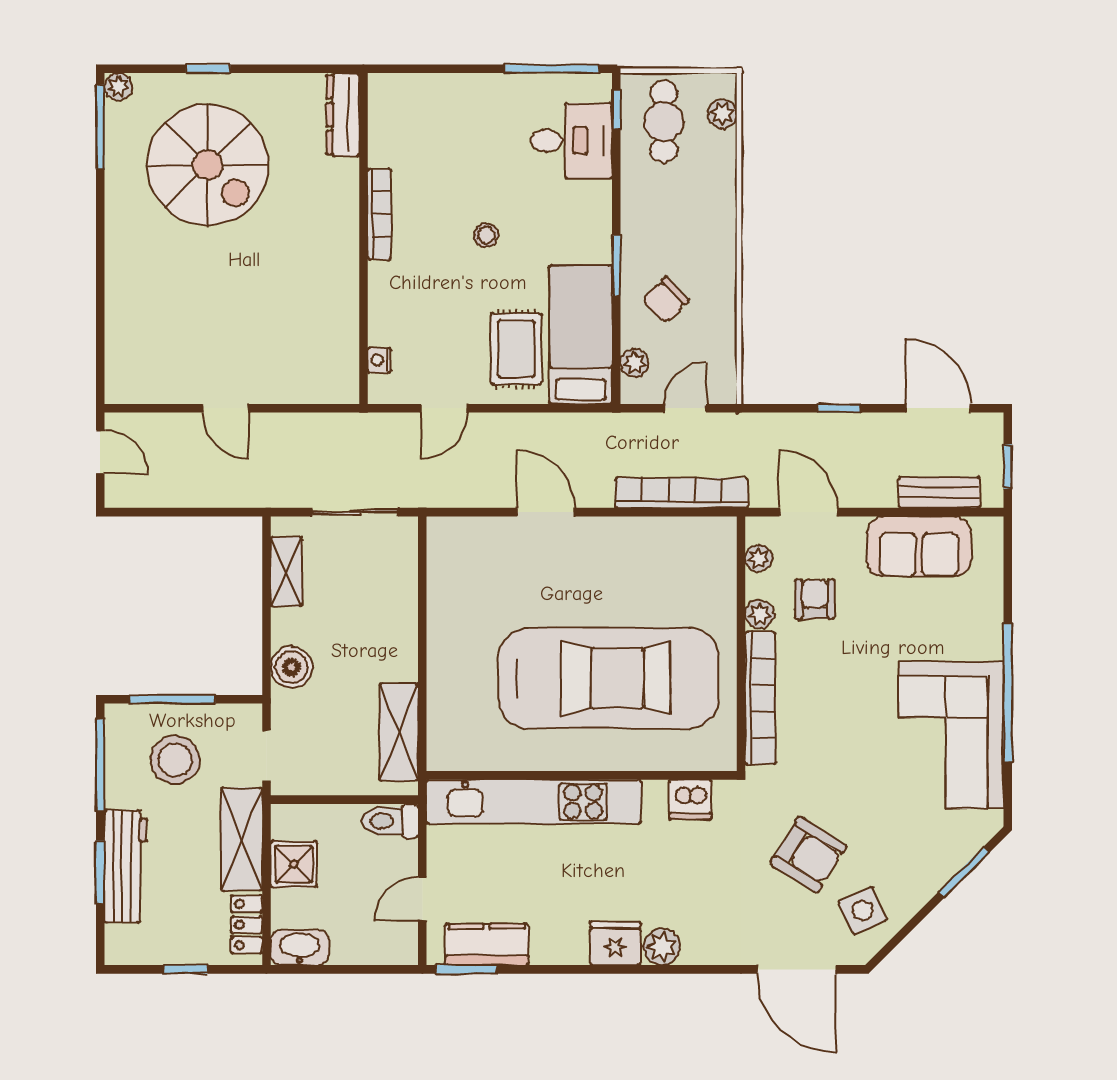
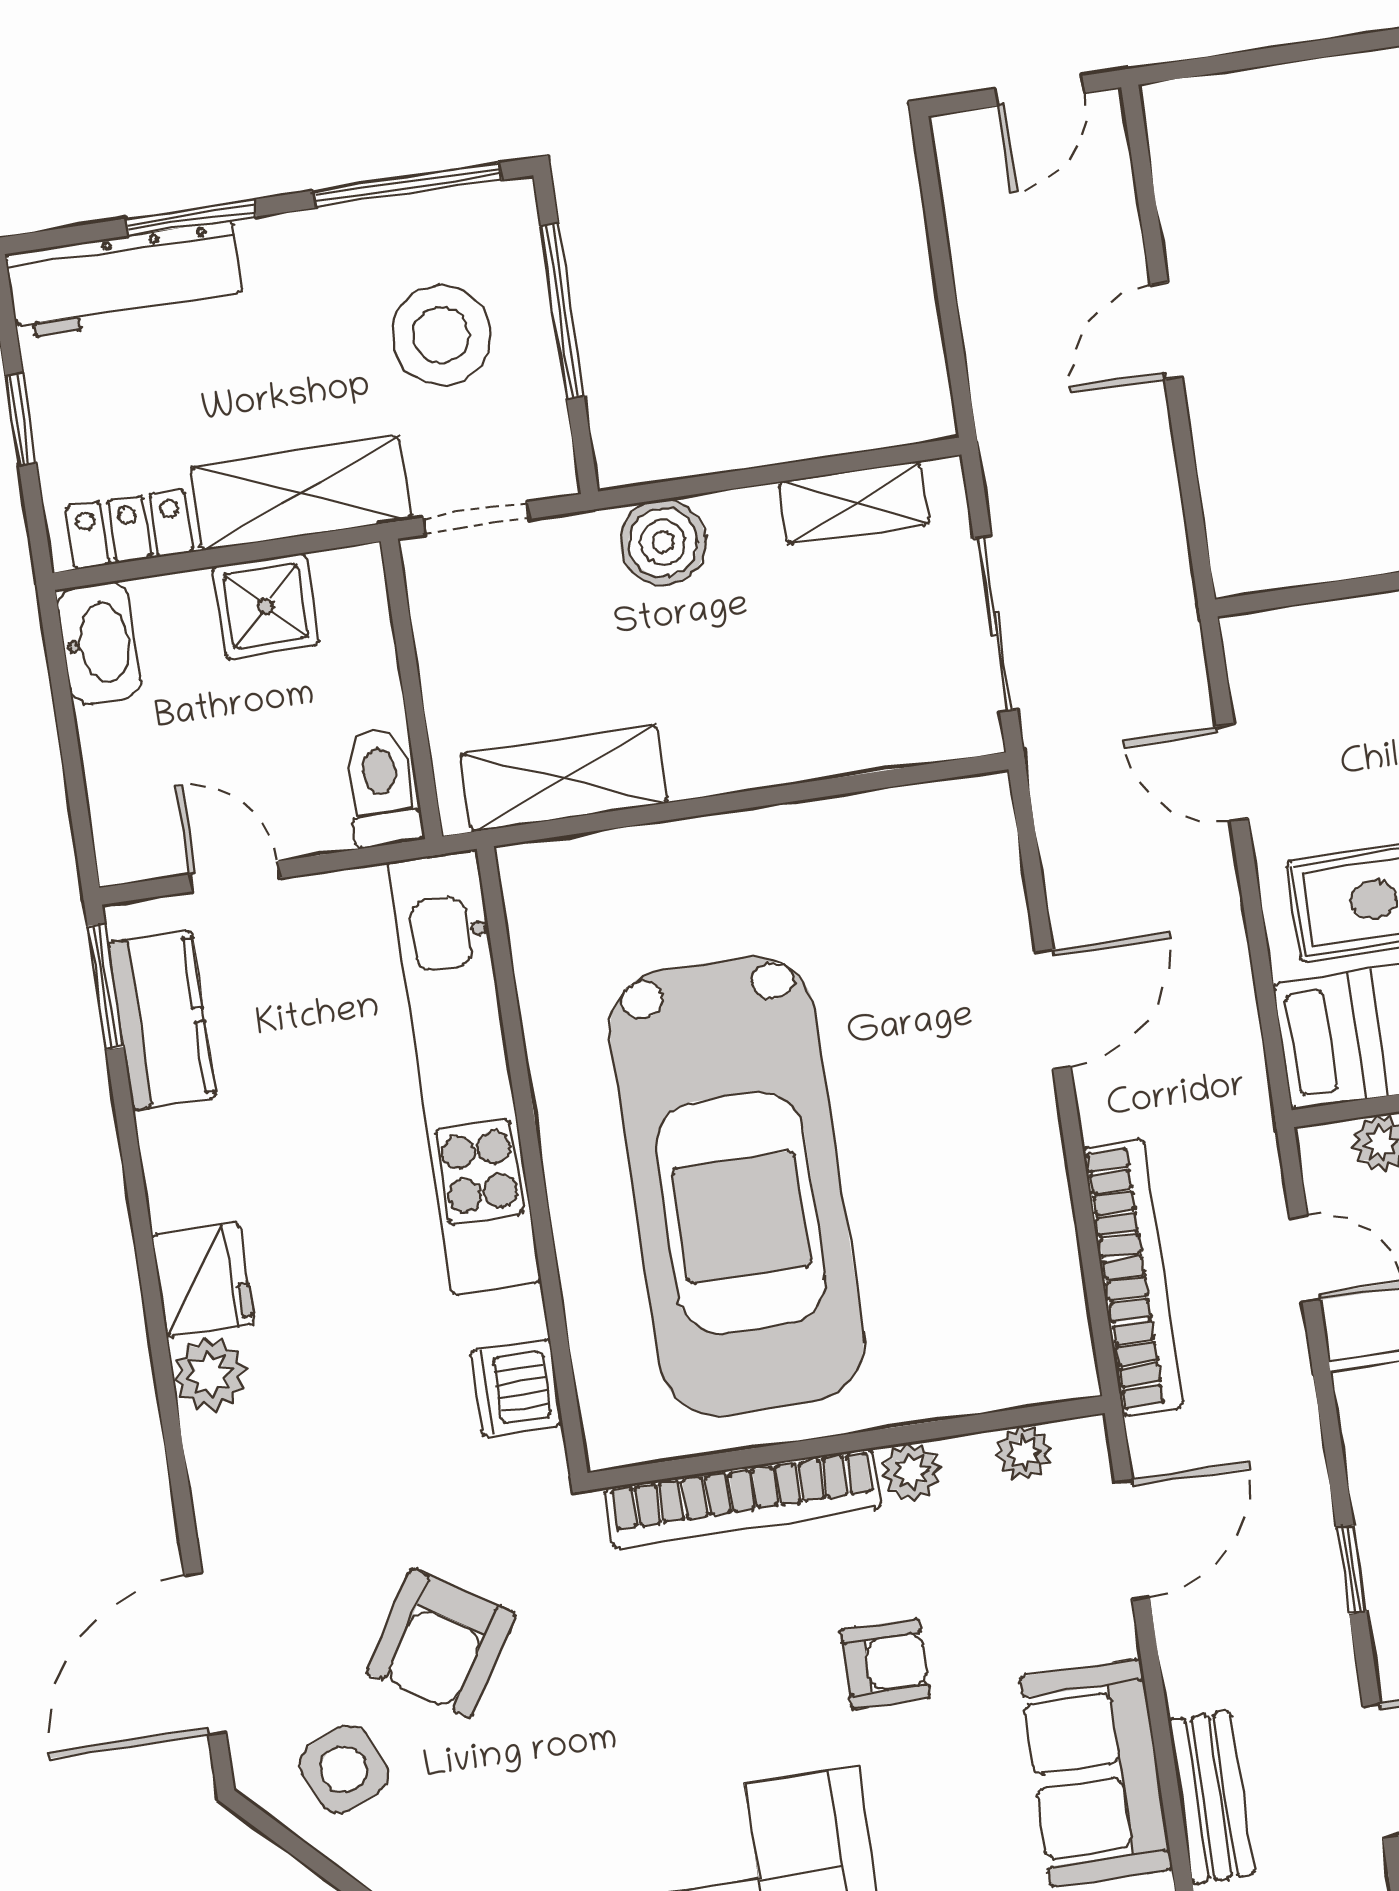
nightstand: (379, 360) -> (1310, 627), removed
armchair: (815, 599) -> (886, 1664), moved
workbench: (126, 866) -> (125, 280), moved

